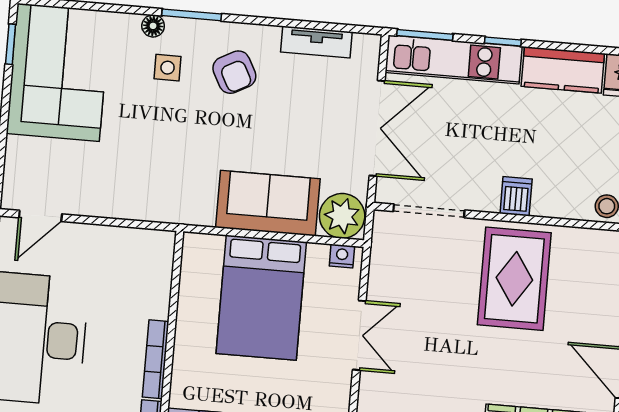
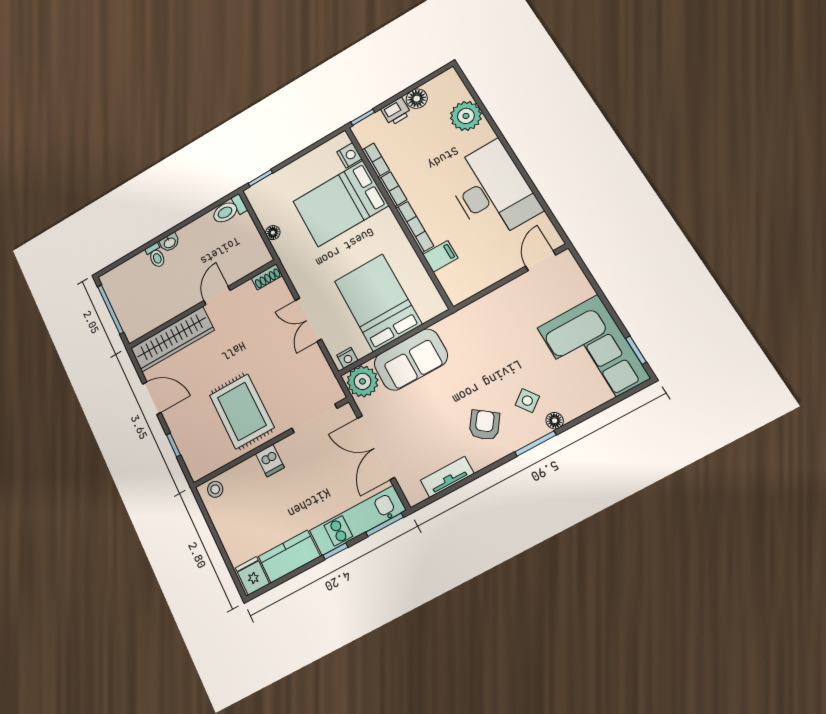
side table: (168, 68) -> (527, 401), turned -37
armchair: (234, 72) -> (484, 425), turned 64
filing cabinet: (150, 302) -> (440, 256), added

